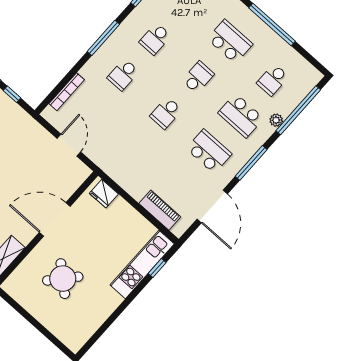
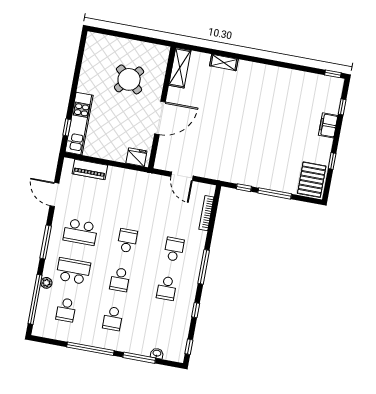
school desk: (155, 39) -> (167, 288), turned 180
school desk: (230, 42) -> (113, 319), width x0.54
school desk: (273, 80) -> (66, 310), turned 180
door: (212, 206) -> (54, 194), width x0.73

